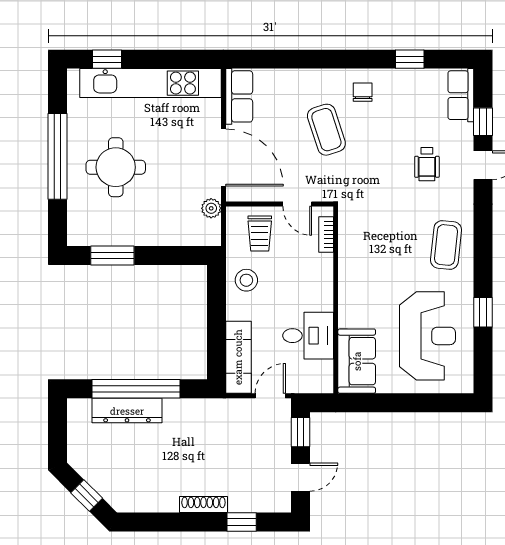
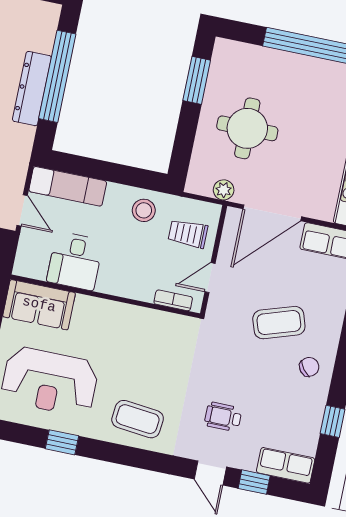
chair: (363, 92) -> (309, 367), turned -38
round table: (116, 167) -> (247, 128), moved
dresser: (127, 411) -> (32, 89), moved

